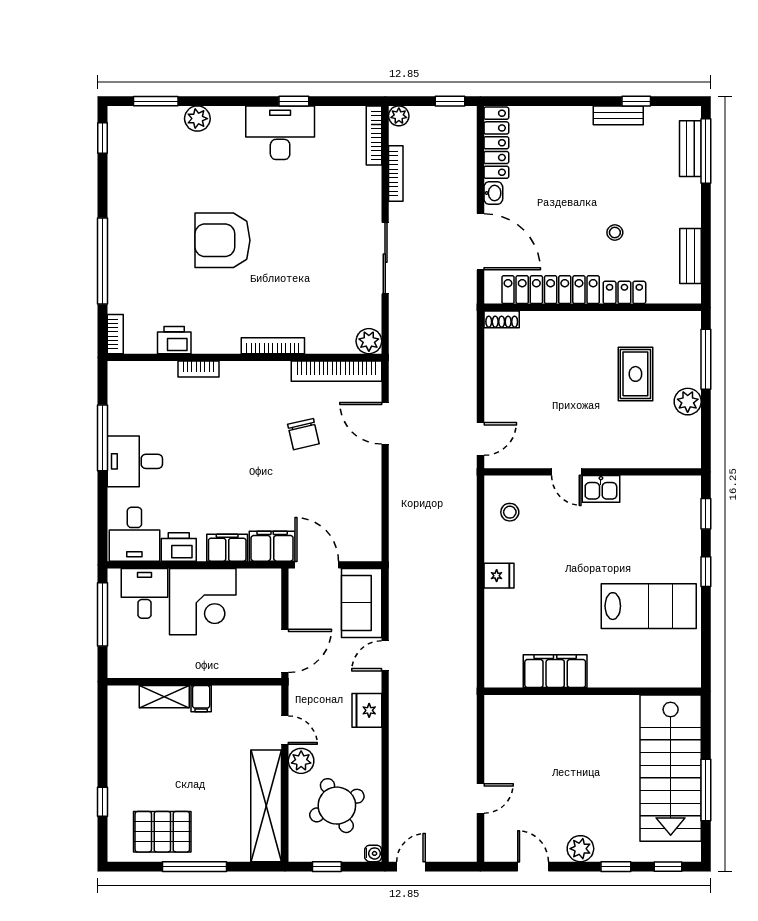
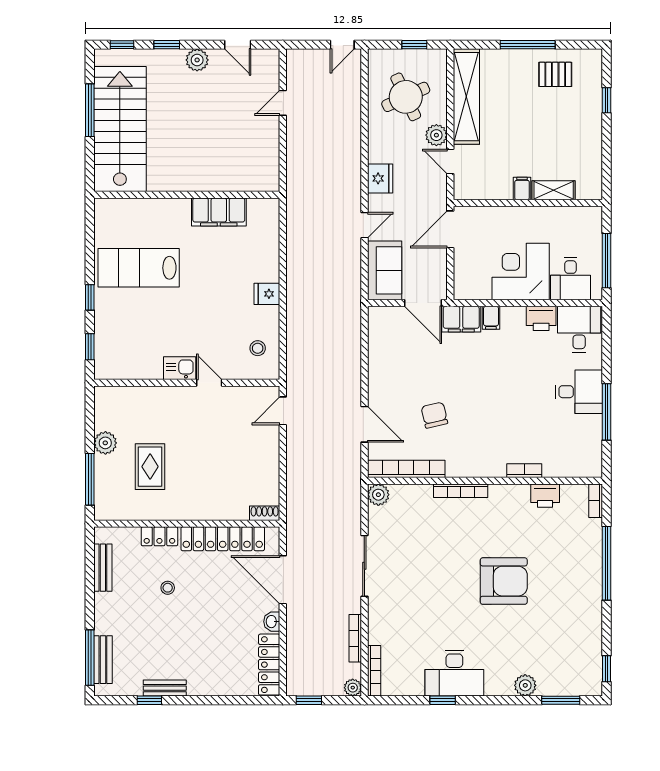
filing cabinet: (227, 548) -> (491, 318), width x0.50
pallet: (162, 832) -> (555, 74), width x0.67, depth x0.71
water cooler: (373, 853) -> (375, 56), removed

